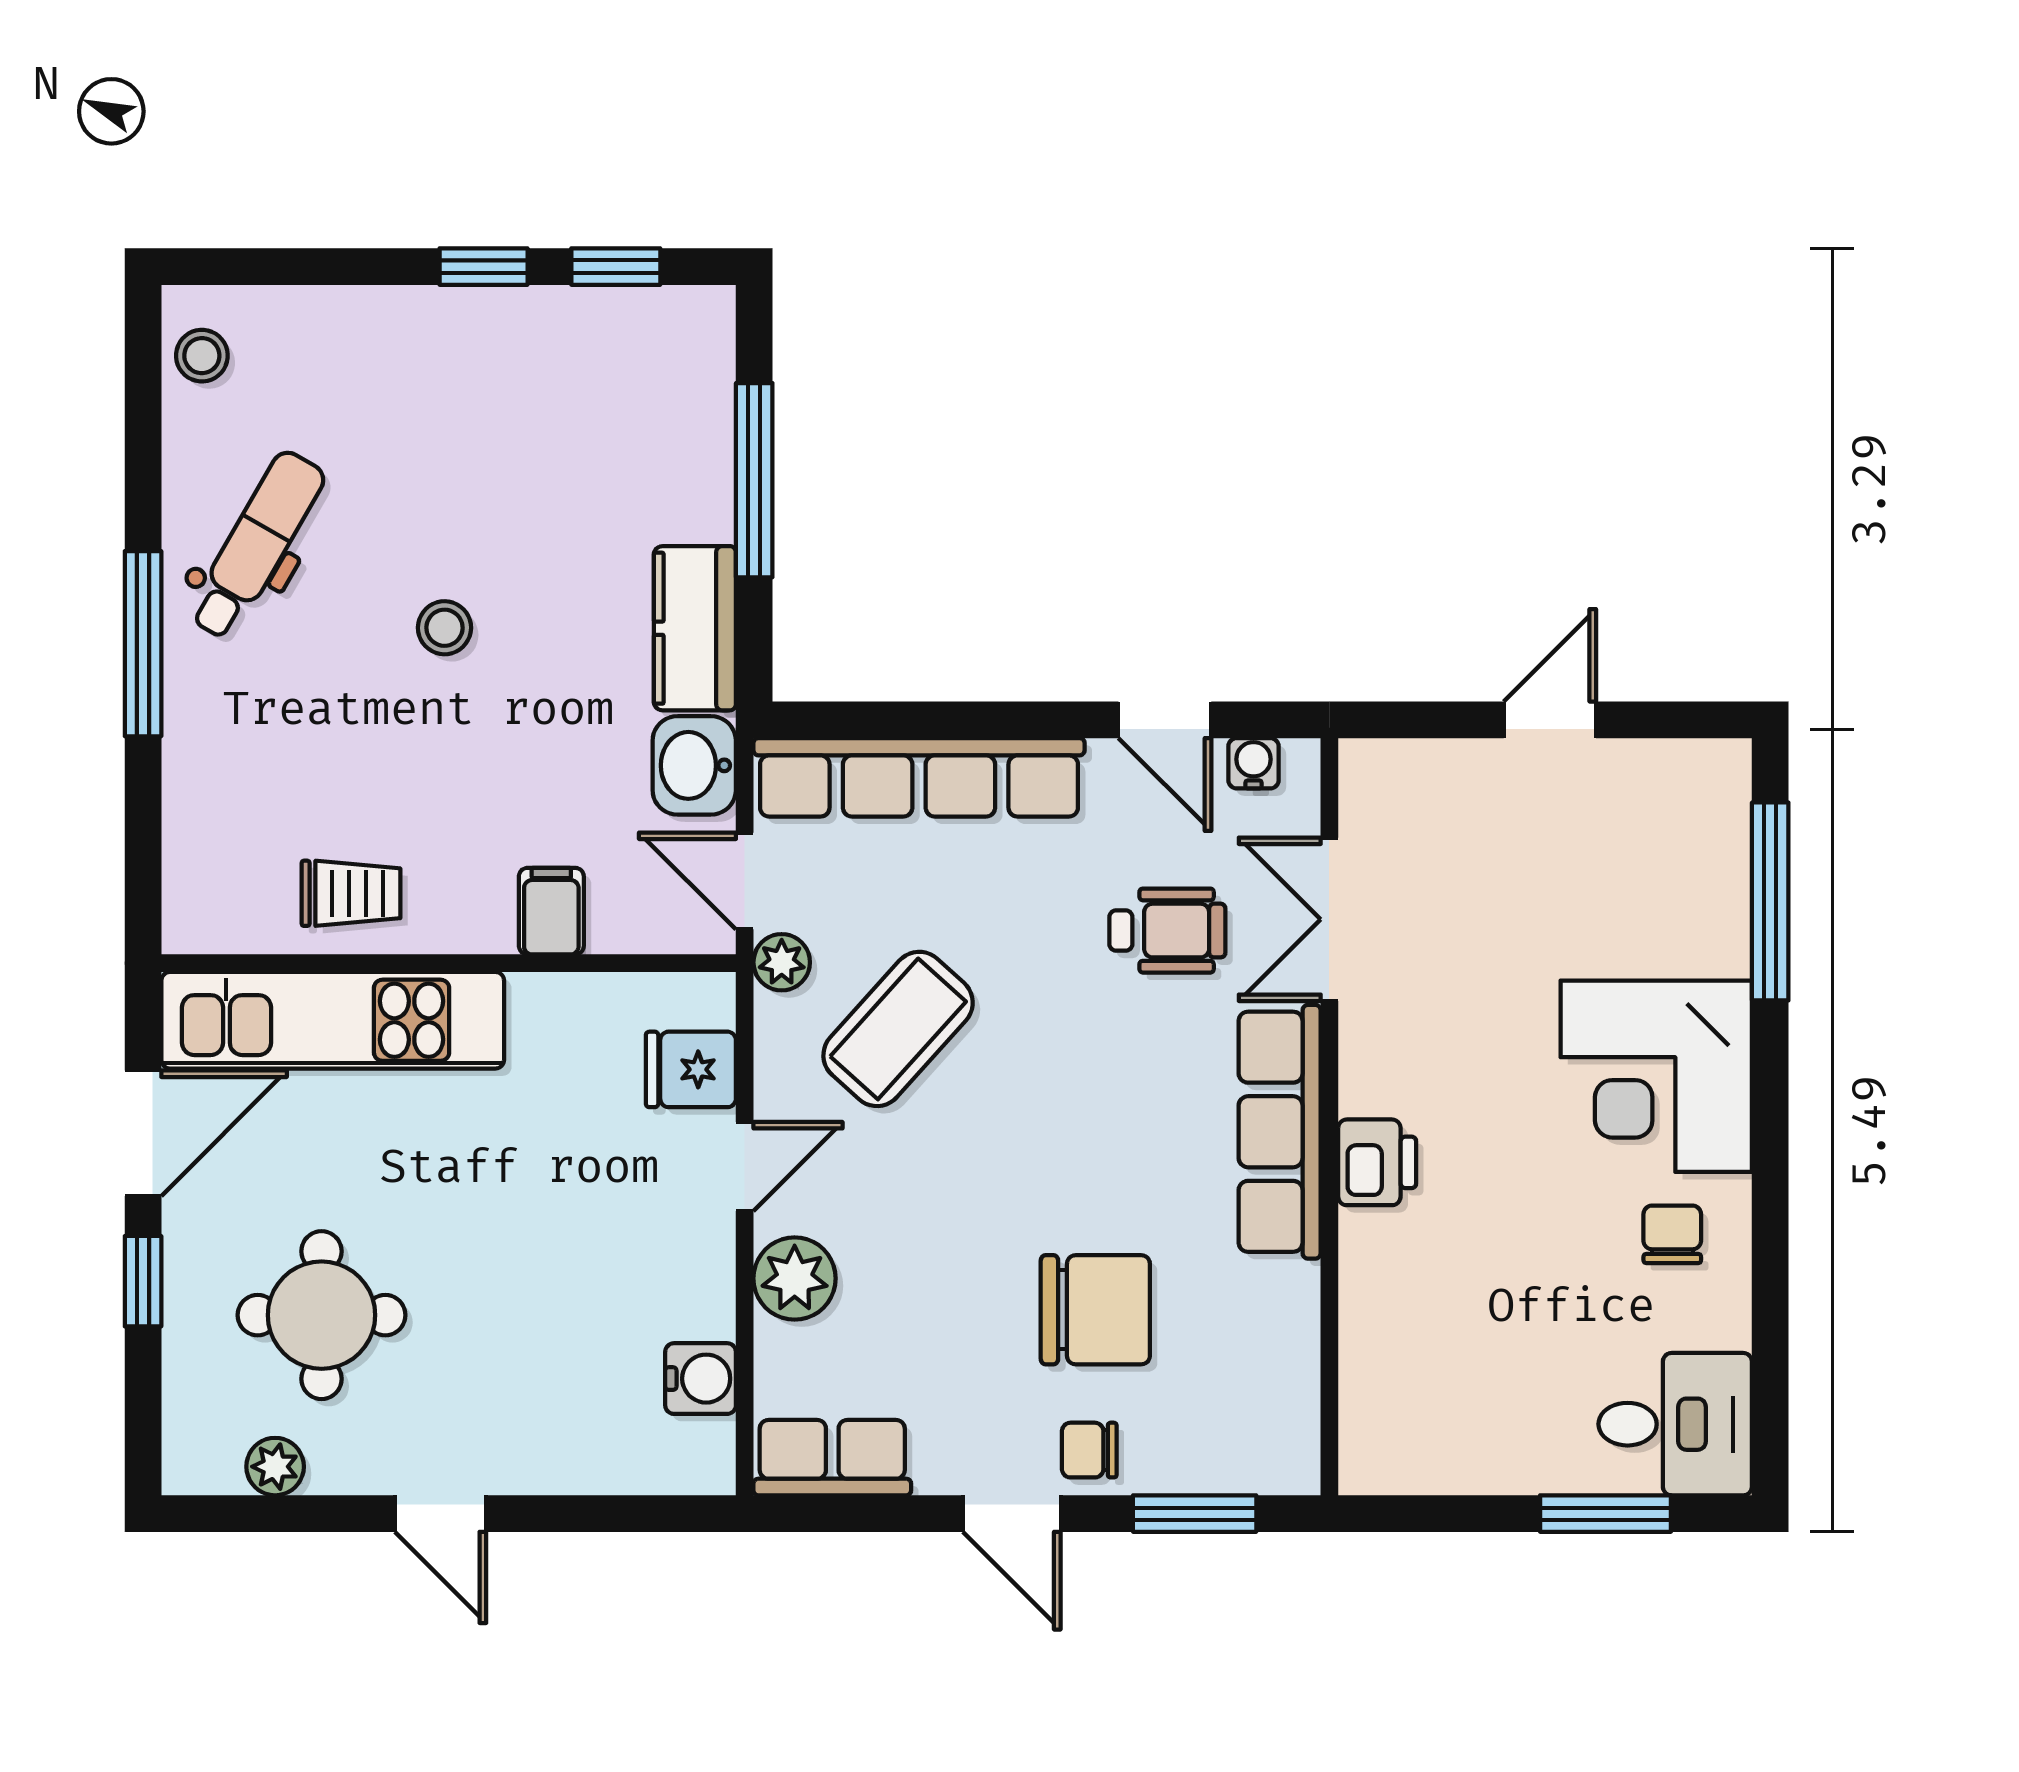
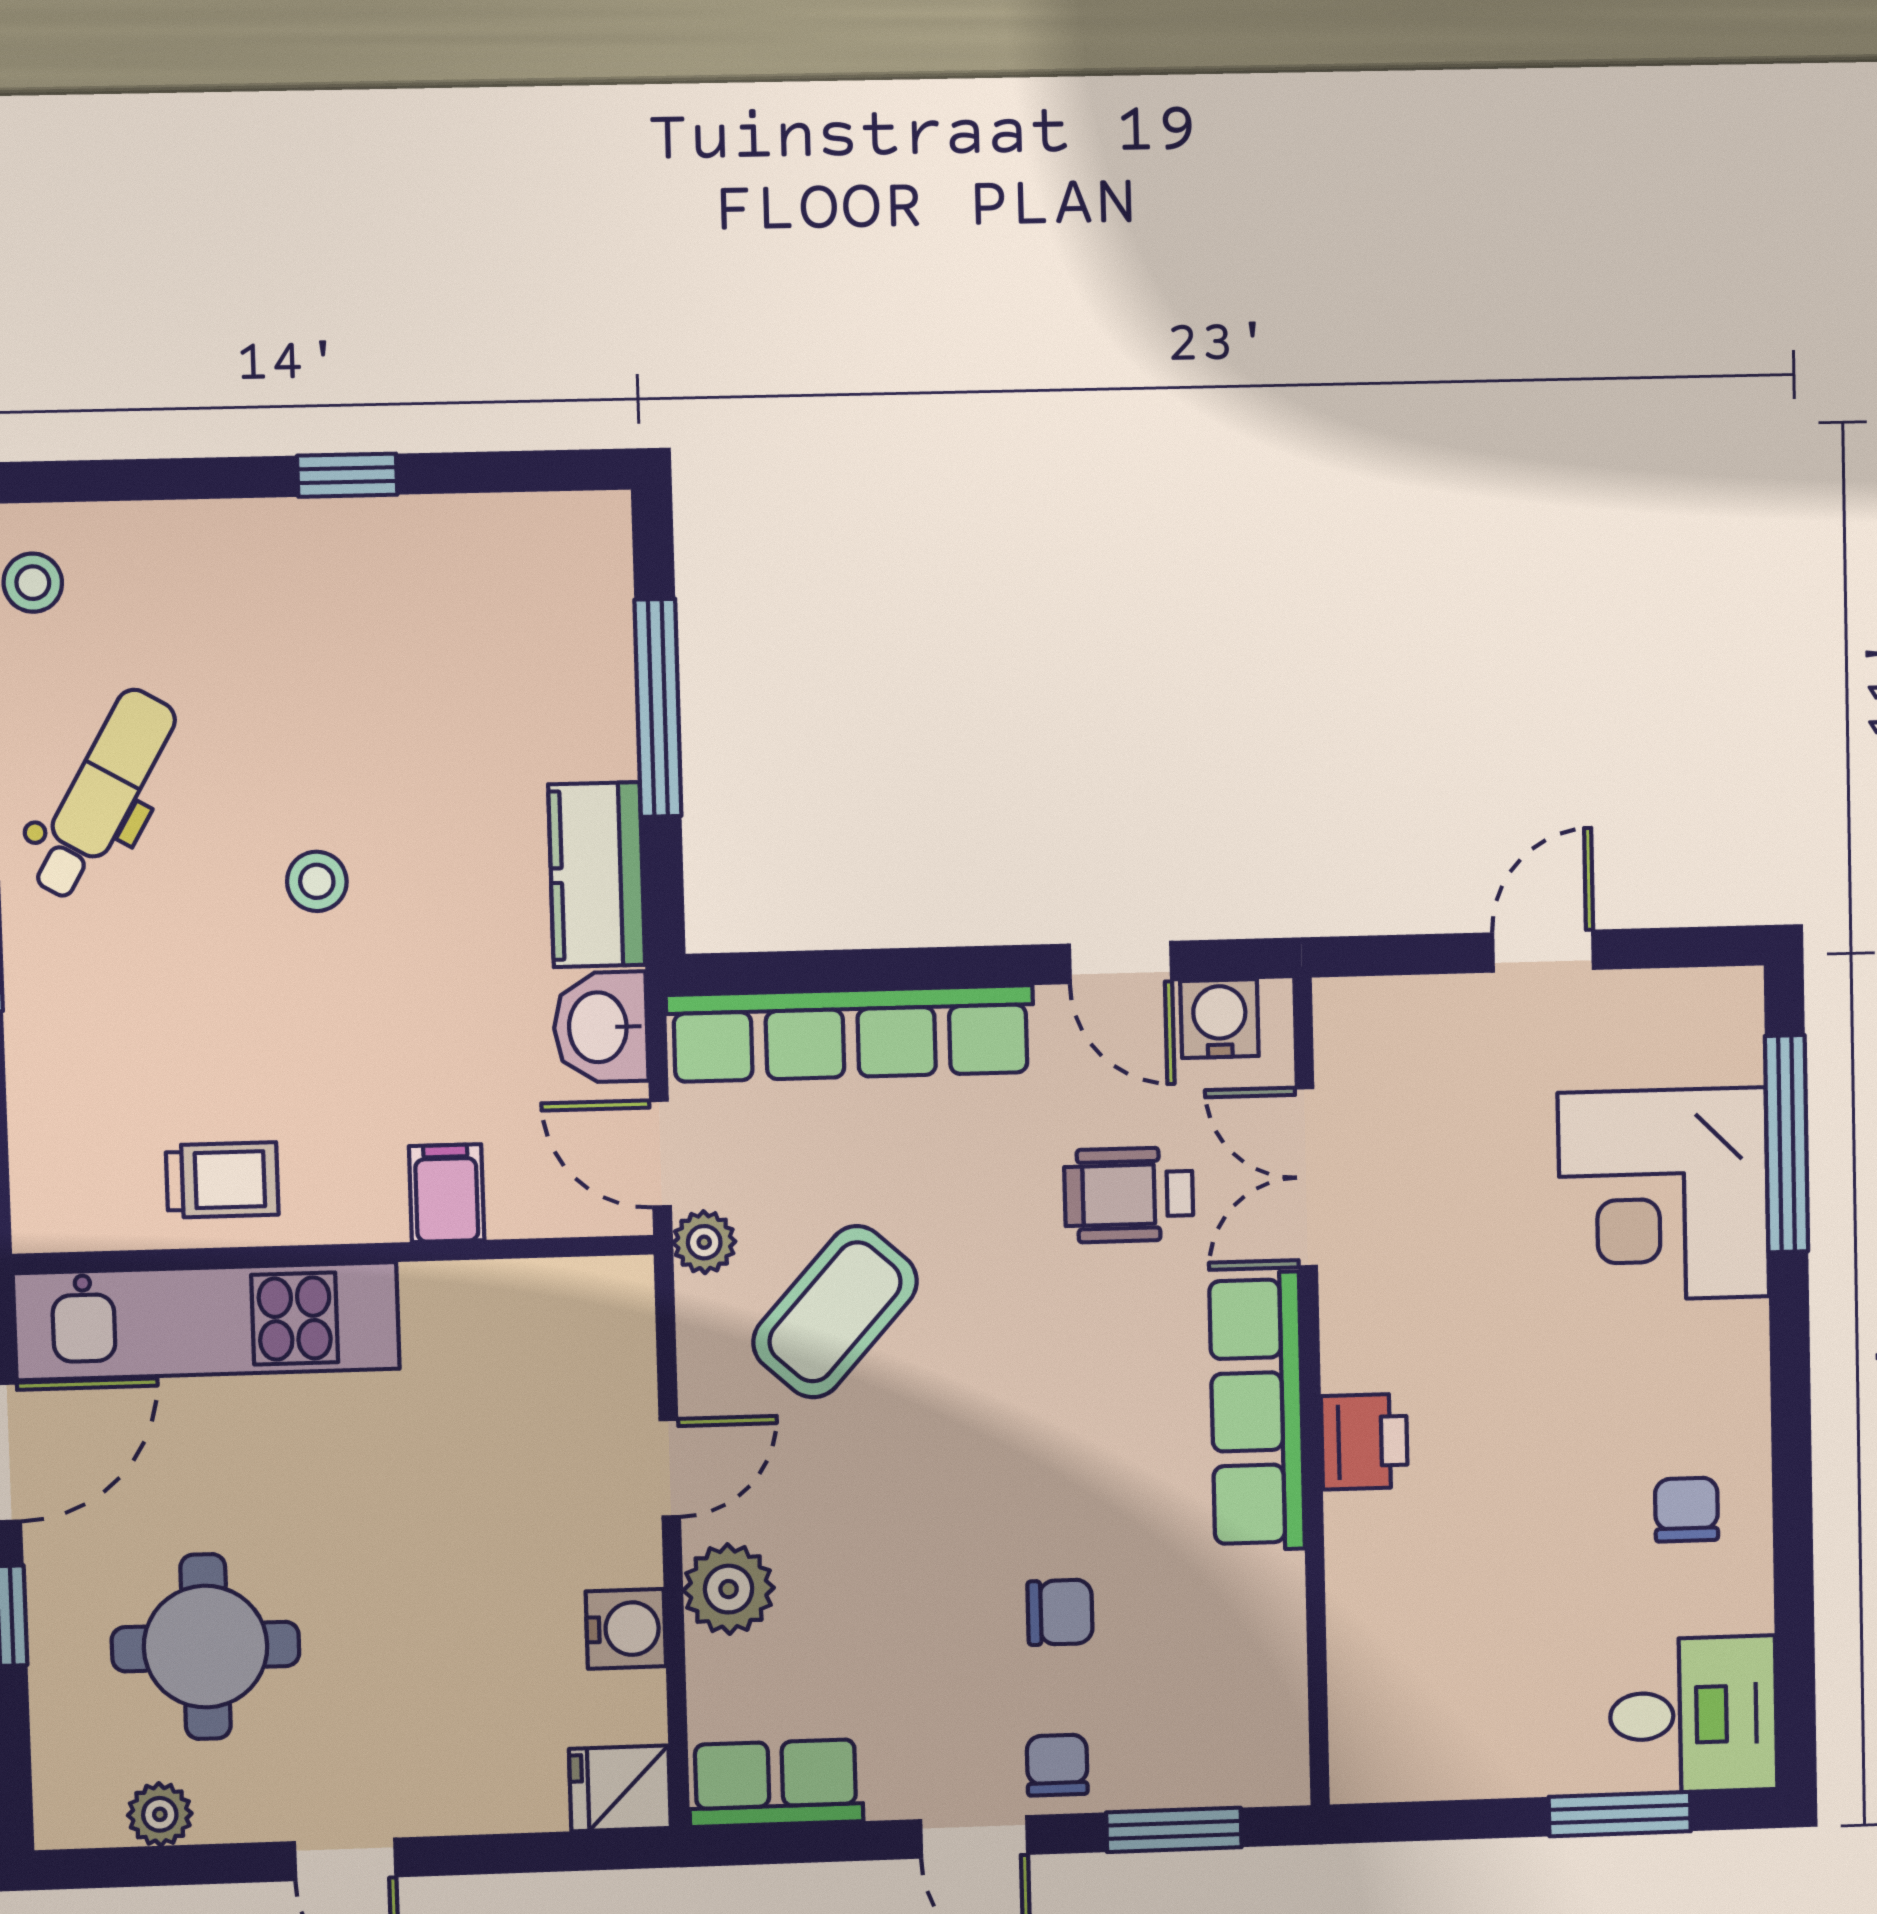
window: (616, 267) -> (496, 472), removed
water cooler: (1254, 763) -> (1219, 1019), width x1.38, depth x1.38
wheelchair: (1167, 931) -> (1129, 1195), turned 180
fridge: (691, 1069) -> (620, 1788), moved
corner desk: (1656, 1076) -> (1664, 1195), moved
chair: (1095, 1310) -> (1060, 1612), width x0.54, depth x0.54
water cooler: (701, 1379) -> (626, 1629), moved
chair: (1089, 1450) -> (1057, 1765), turned 90

